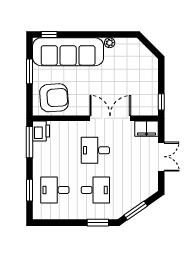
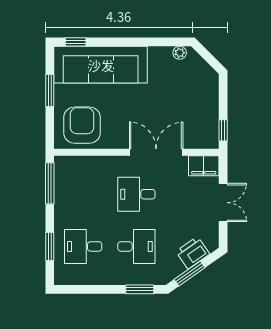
plant: (110, 43) -> (180, 53), moved
armchair: (54, 98) -> (82, 125), turned -86
printer: (41, 131) -> (193, 253), moved, turned -125

